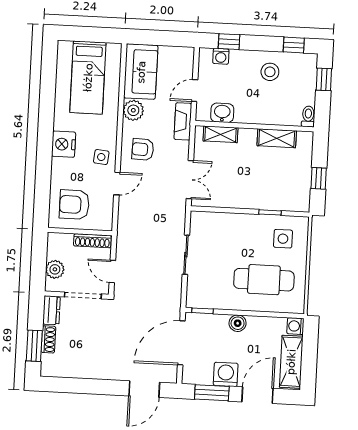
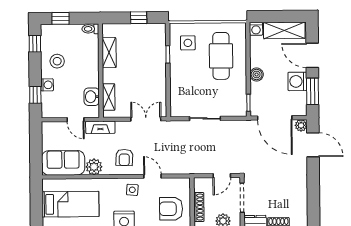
washing machine: (221, 56) -> (47, 85), moved
armchair: (74, 205) -> (171, 209), turned 90
shoe rack: (92, 241) -> (199, 207), moved
plant: (170, 376) -> (301, 125), added

